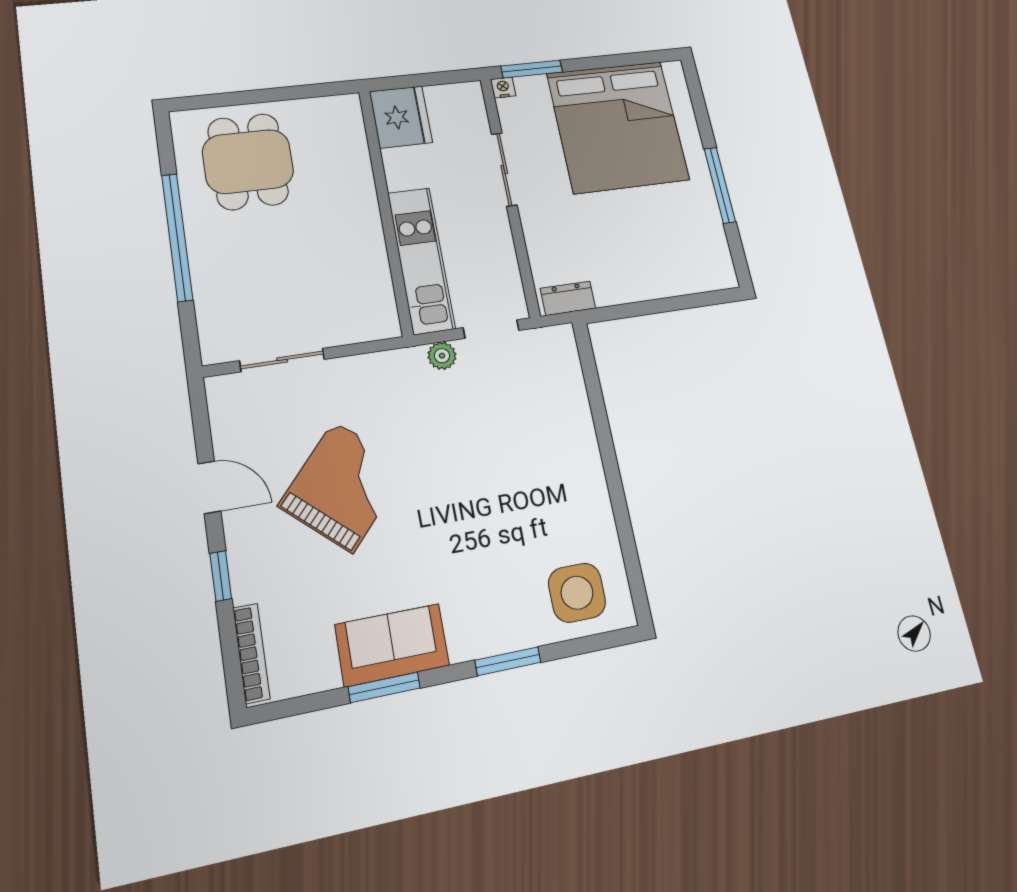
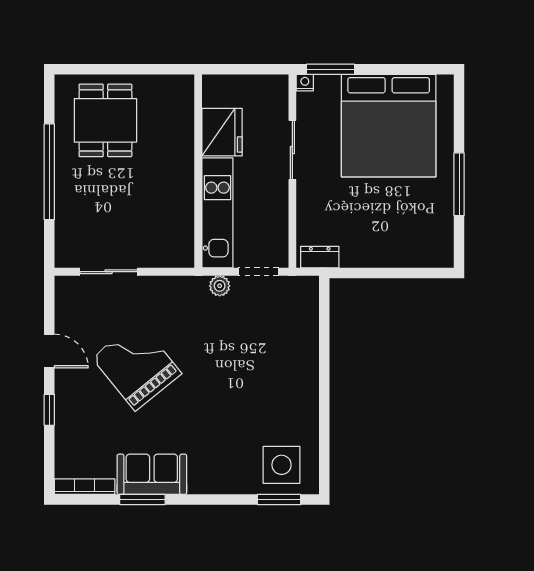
fridge: (401, 117) -> (222, 132), moved
grand piano: (343, 486) -> (137, 366), turned -81
bookcase: (251, 653) -> (85, 487), moved, turned -90
window: (508, 661) -> (279, 500), moved

